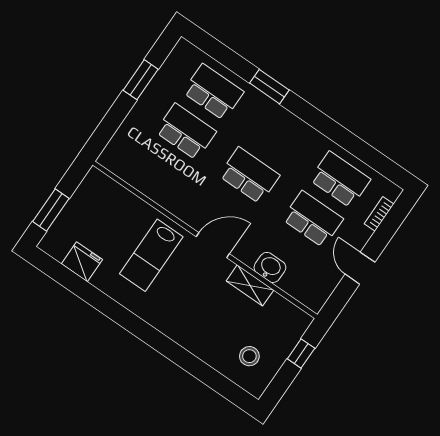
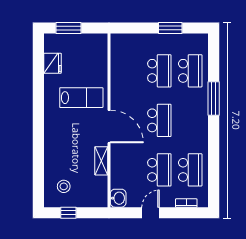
window: (269, 87) -> (214, 99), width x1.44
door: (213, 245) -> (109, 127), width x1.36
lab bench: (151, 255) -> (81, 98), turned 180
washbasin: (270, 267) -> (118, 198), moved
window: (301, 353) -> (68, 213), moved

